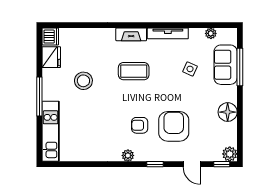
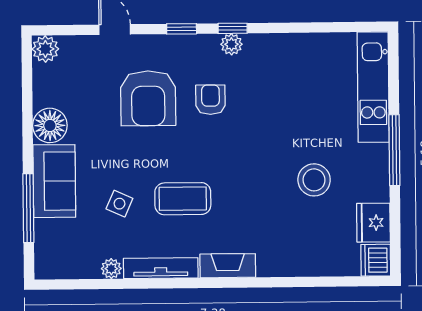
plant: (211, 33) -> (111, 269), moved
sofa: (226, 65) -> (54, 181), moved
coffee table: (134, 71) -> (183, 199), moved
armchair: (140, 125) -> (210, 100), turned -90
window: (222, 164) -> (233, 28), moved

